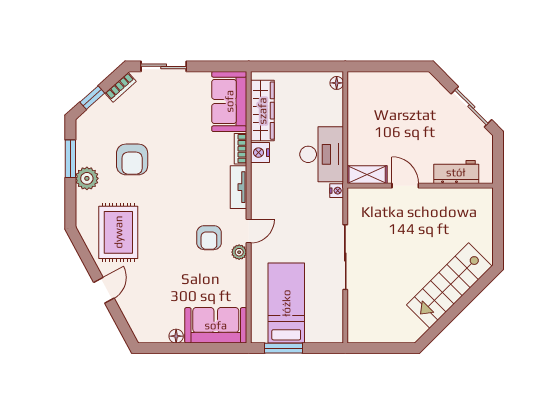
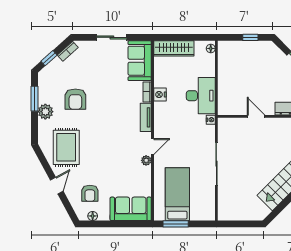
sliding door: (164, 66) -> (112, 37), moved
window: (397, 66) -> (250, 37), added
wardrobe: (262, 111) -> (174, 48), moved, turned 90
shelving: (367, 175) -> (231, 109), removed
armchair: (209, 238) -> (90, 193), moved
floor lamp: (176, 336) -> (93, 216), moved

